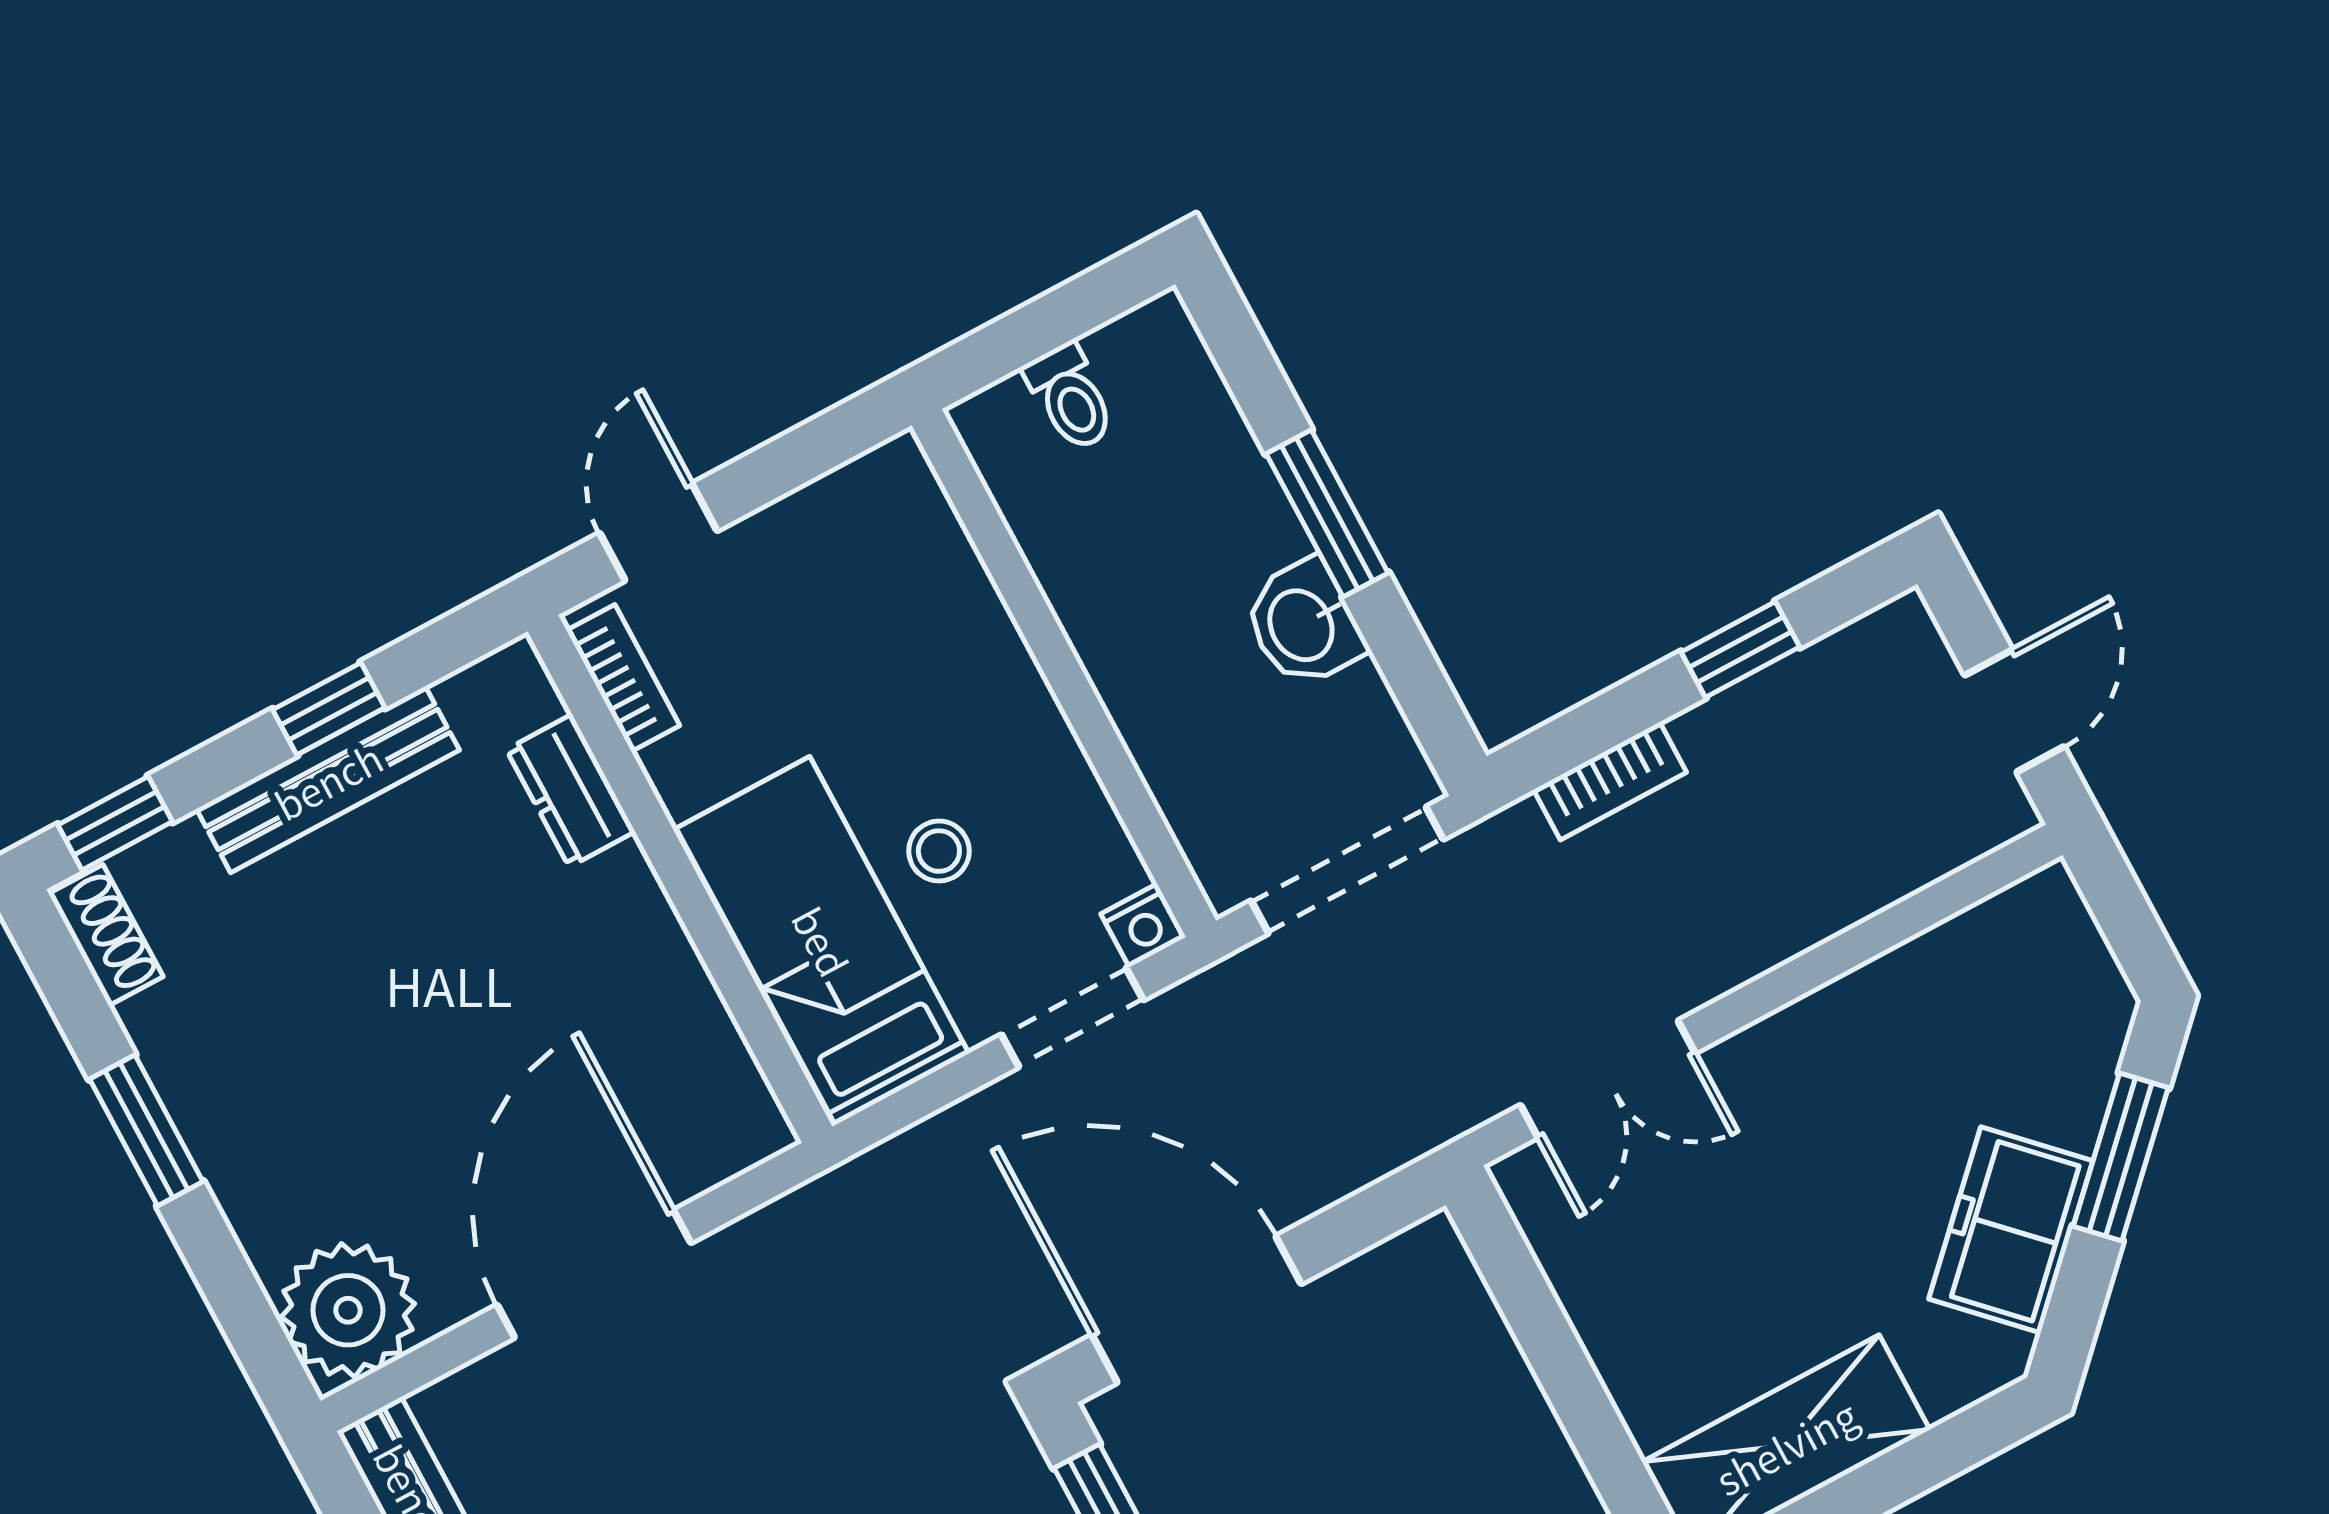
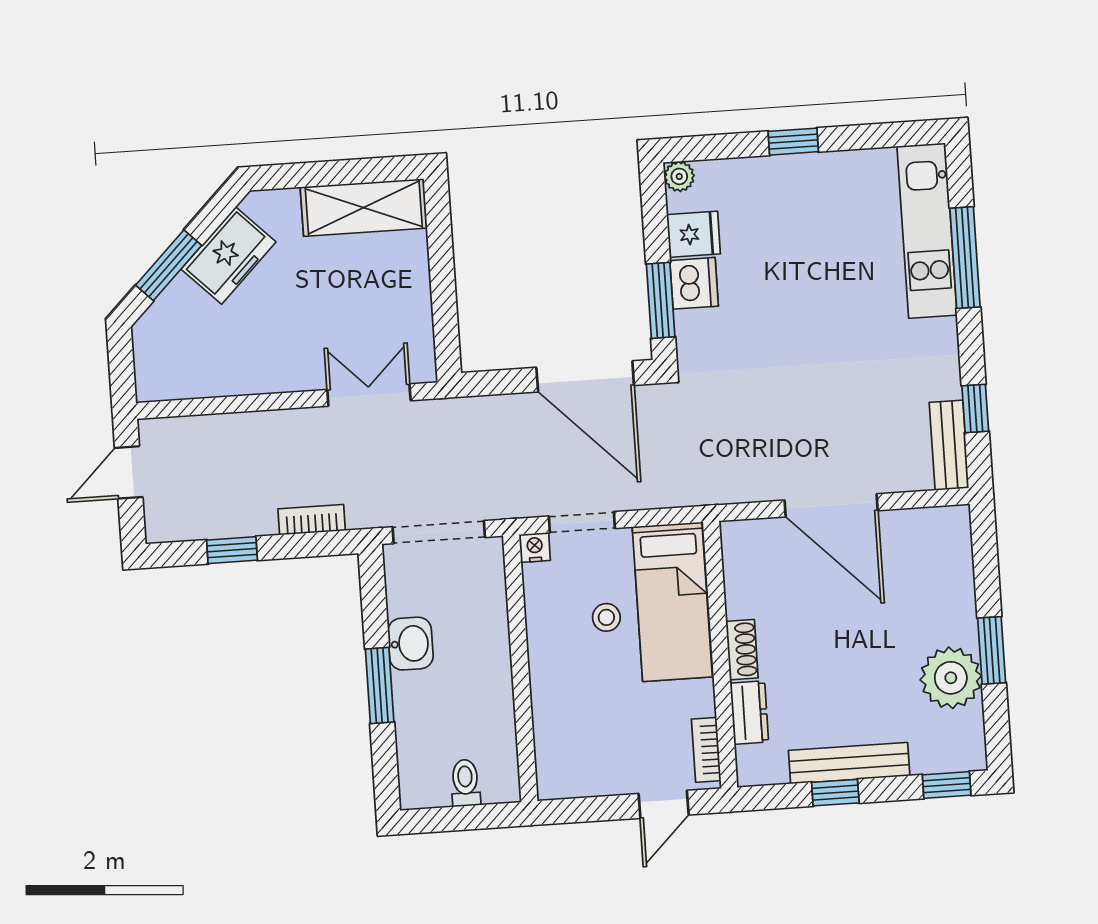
shoe rack: (106, 935) -> (742, 650), moved, turned 180
door: (594, 1274) -> (831, 505), hinge flipped
plant: (348, 1310) -> (951, 678), moved

